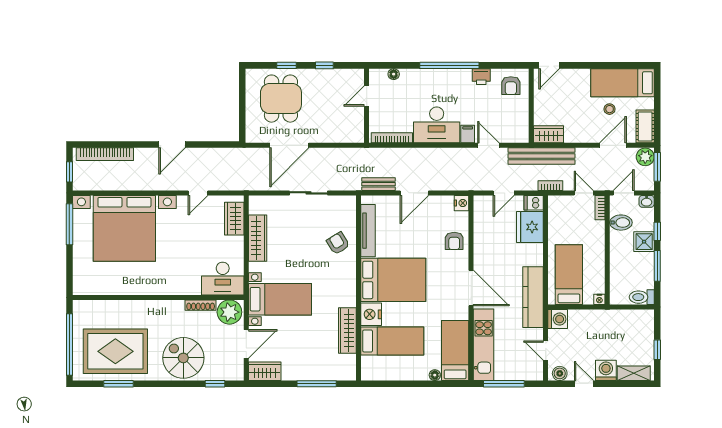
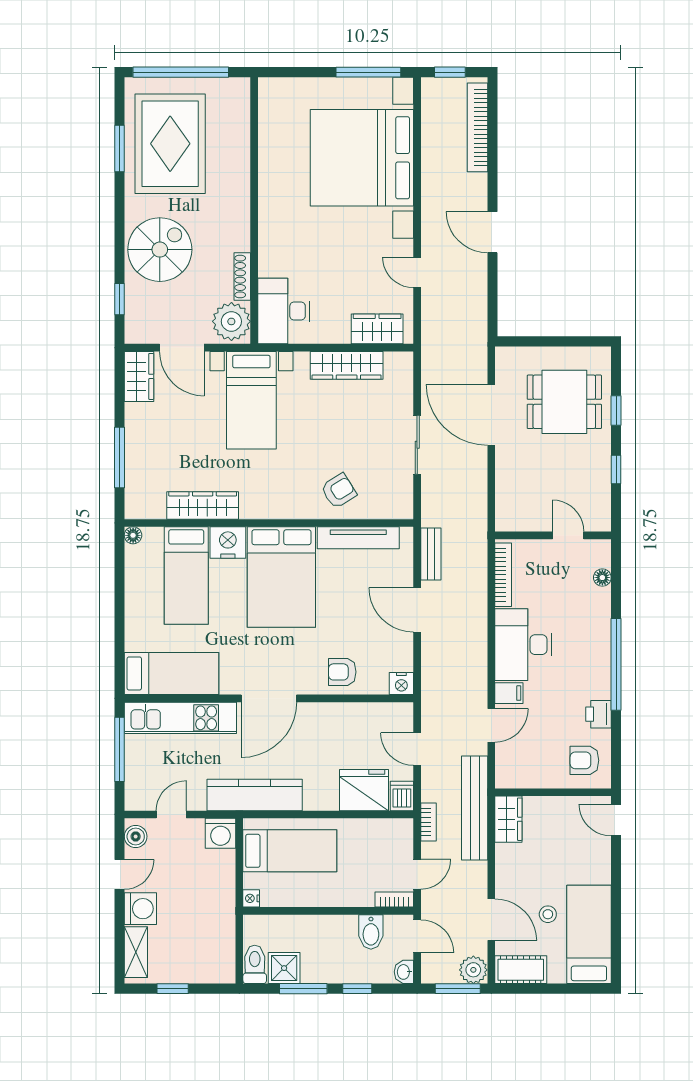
shower: (644, 242) -> (284, 968), moved
floor lamp: (435, 375) -> (133, 535), moved

